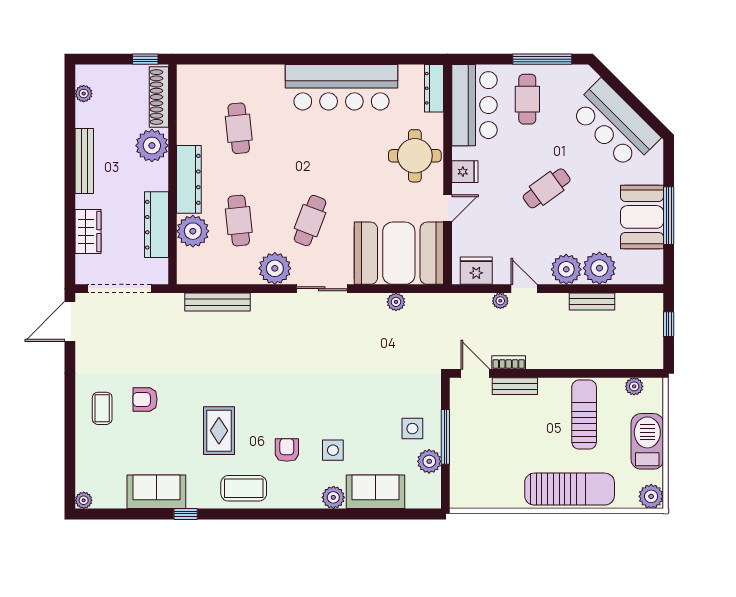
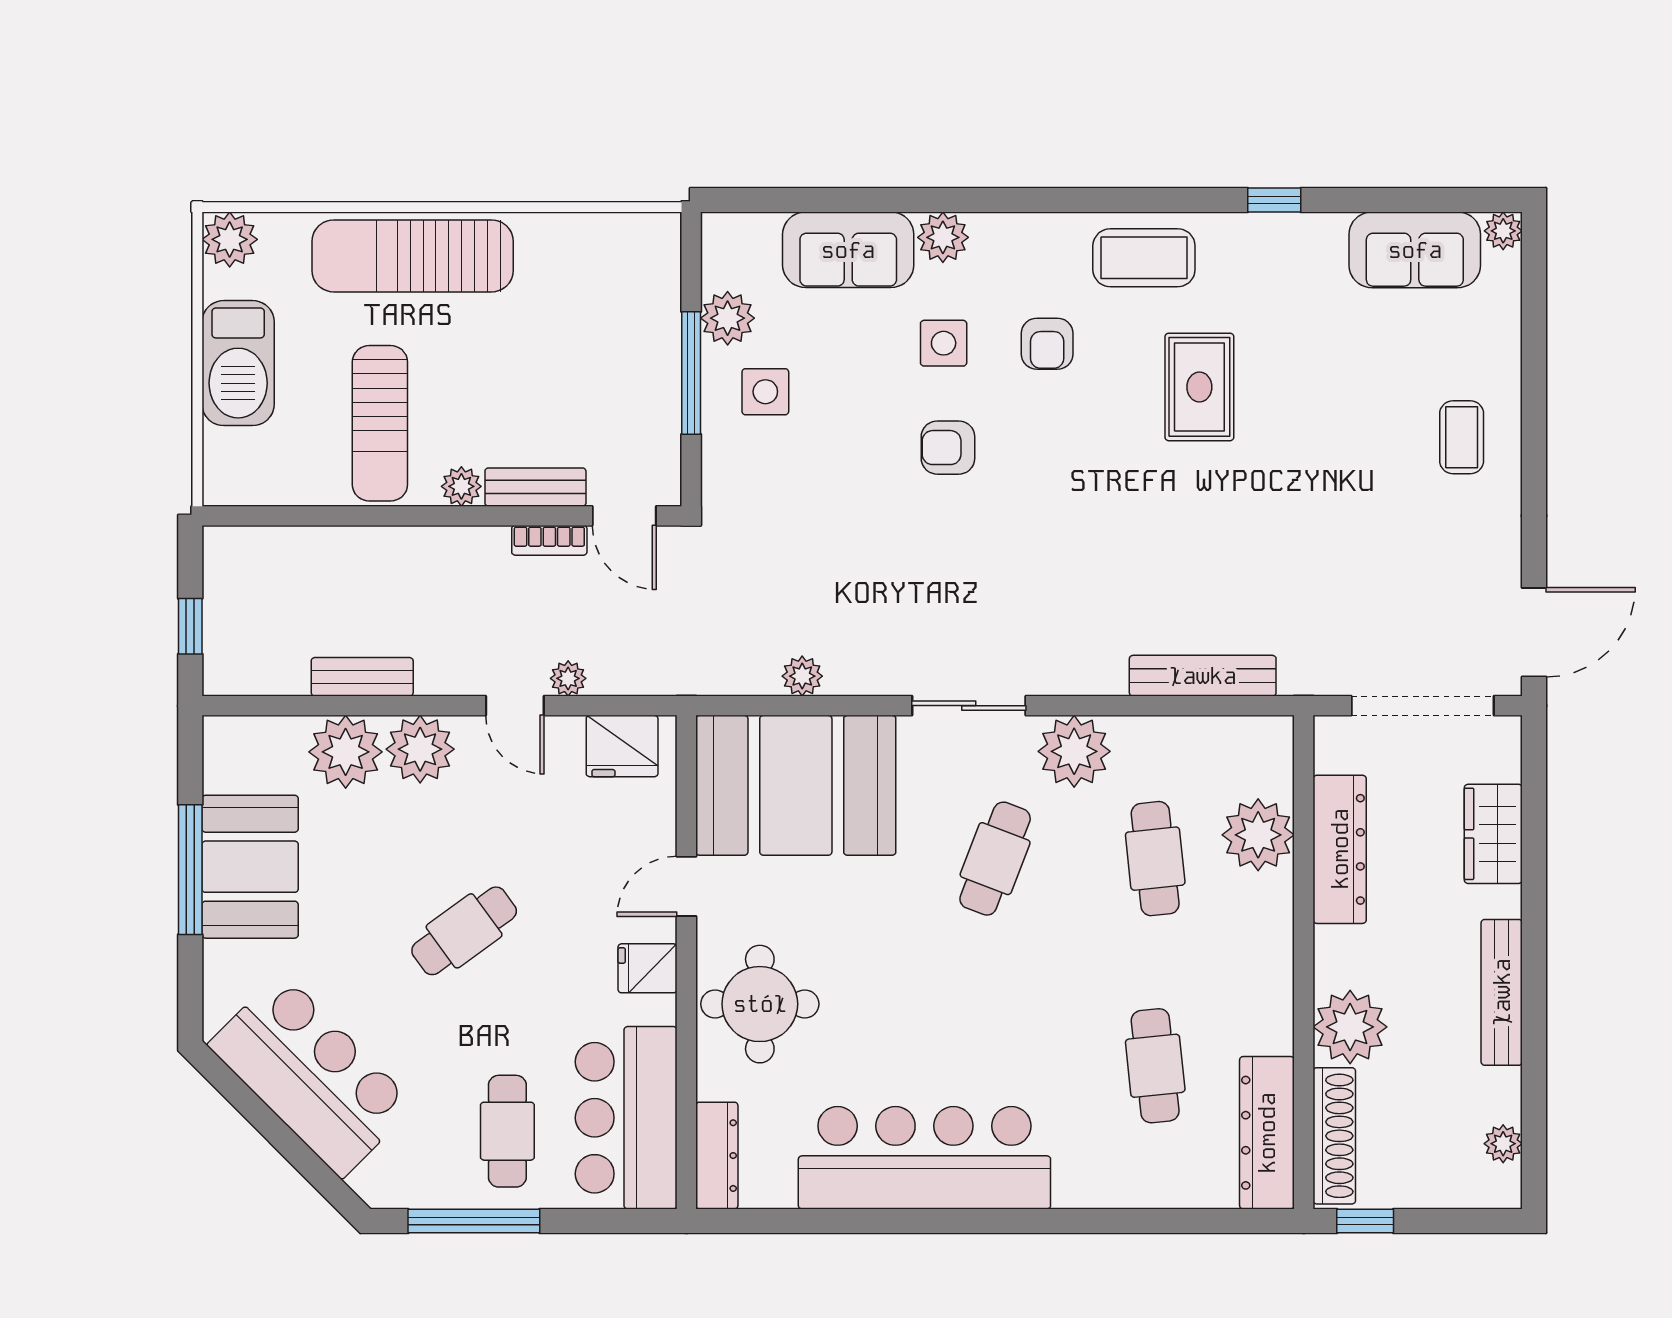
dresser: (189, 179) -> (1267, 1133), moved
plant: (634, 386) -> (461, 486), moved
armchair: (145, 399) -> (948, 448), moved, turned 180
sofa: (156, 492) -> (1415, 250), moved

